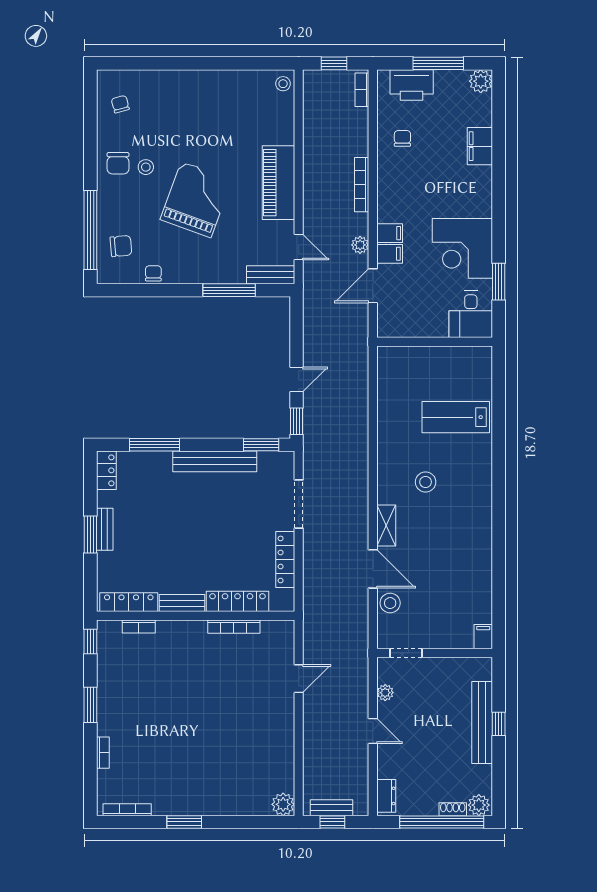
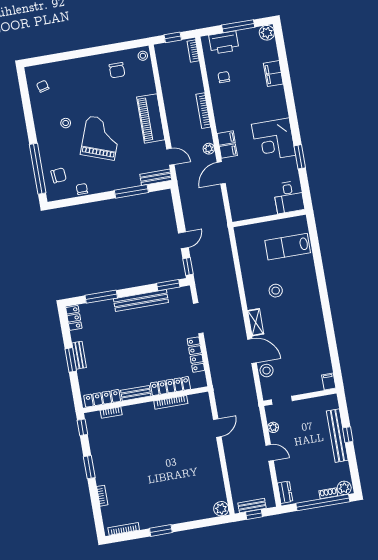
chair: (118, 163) -> (117, 70), moved
desk: (471, 314) -> (289, 197), moved
wall: (435, 342) -> (269, 218), moved

